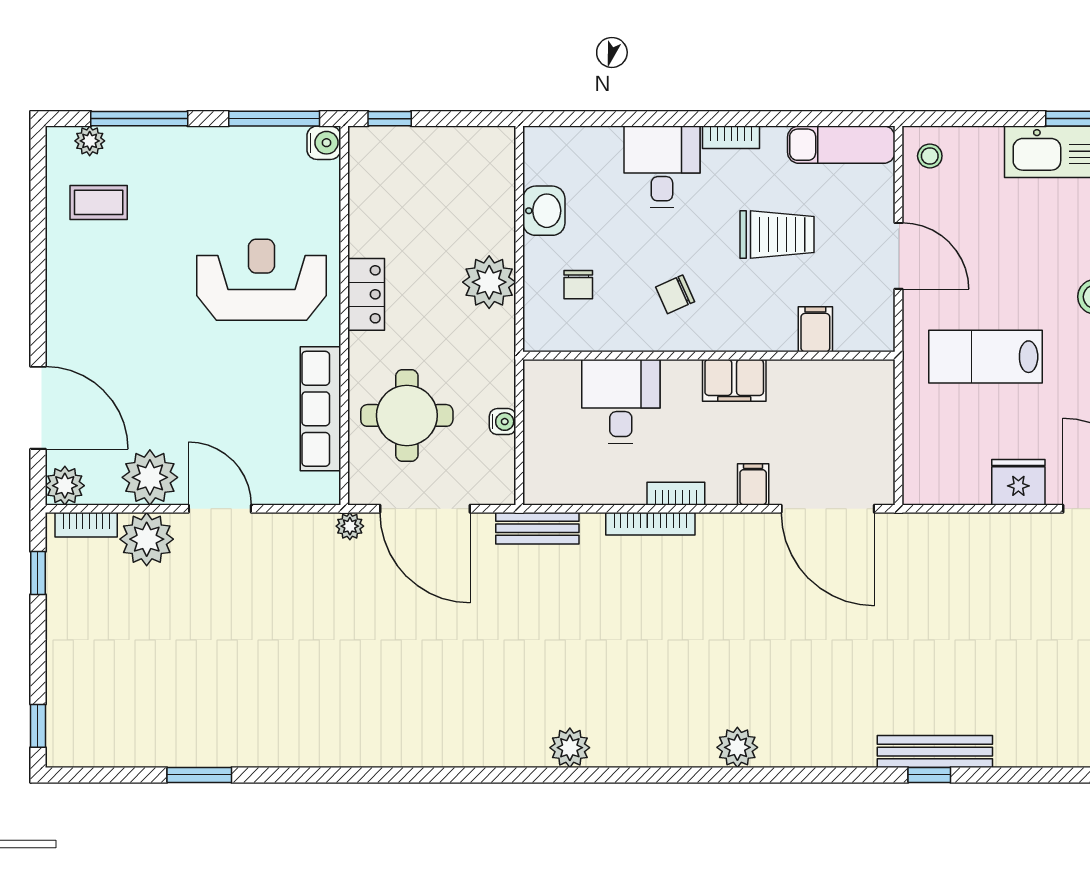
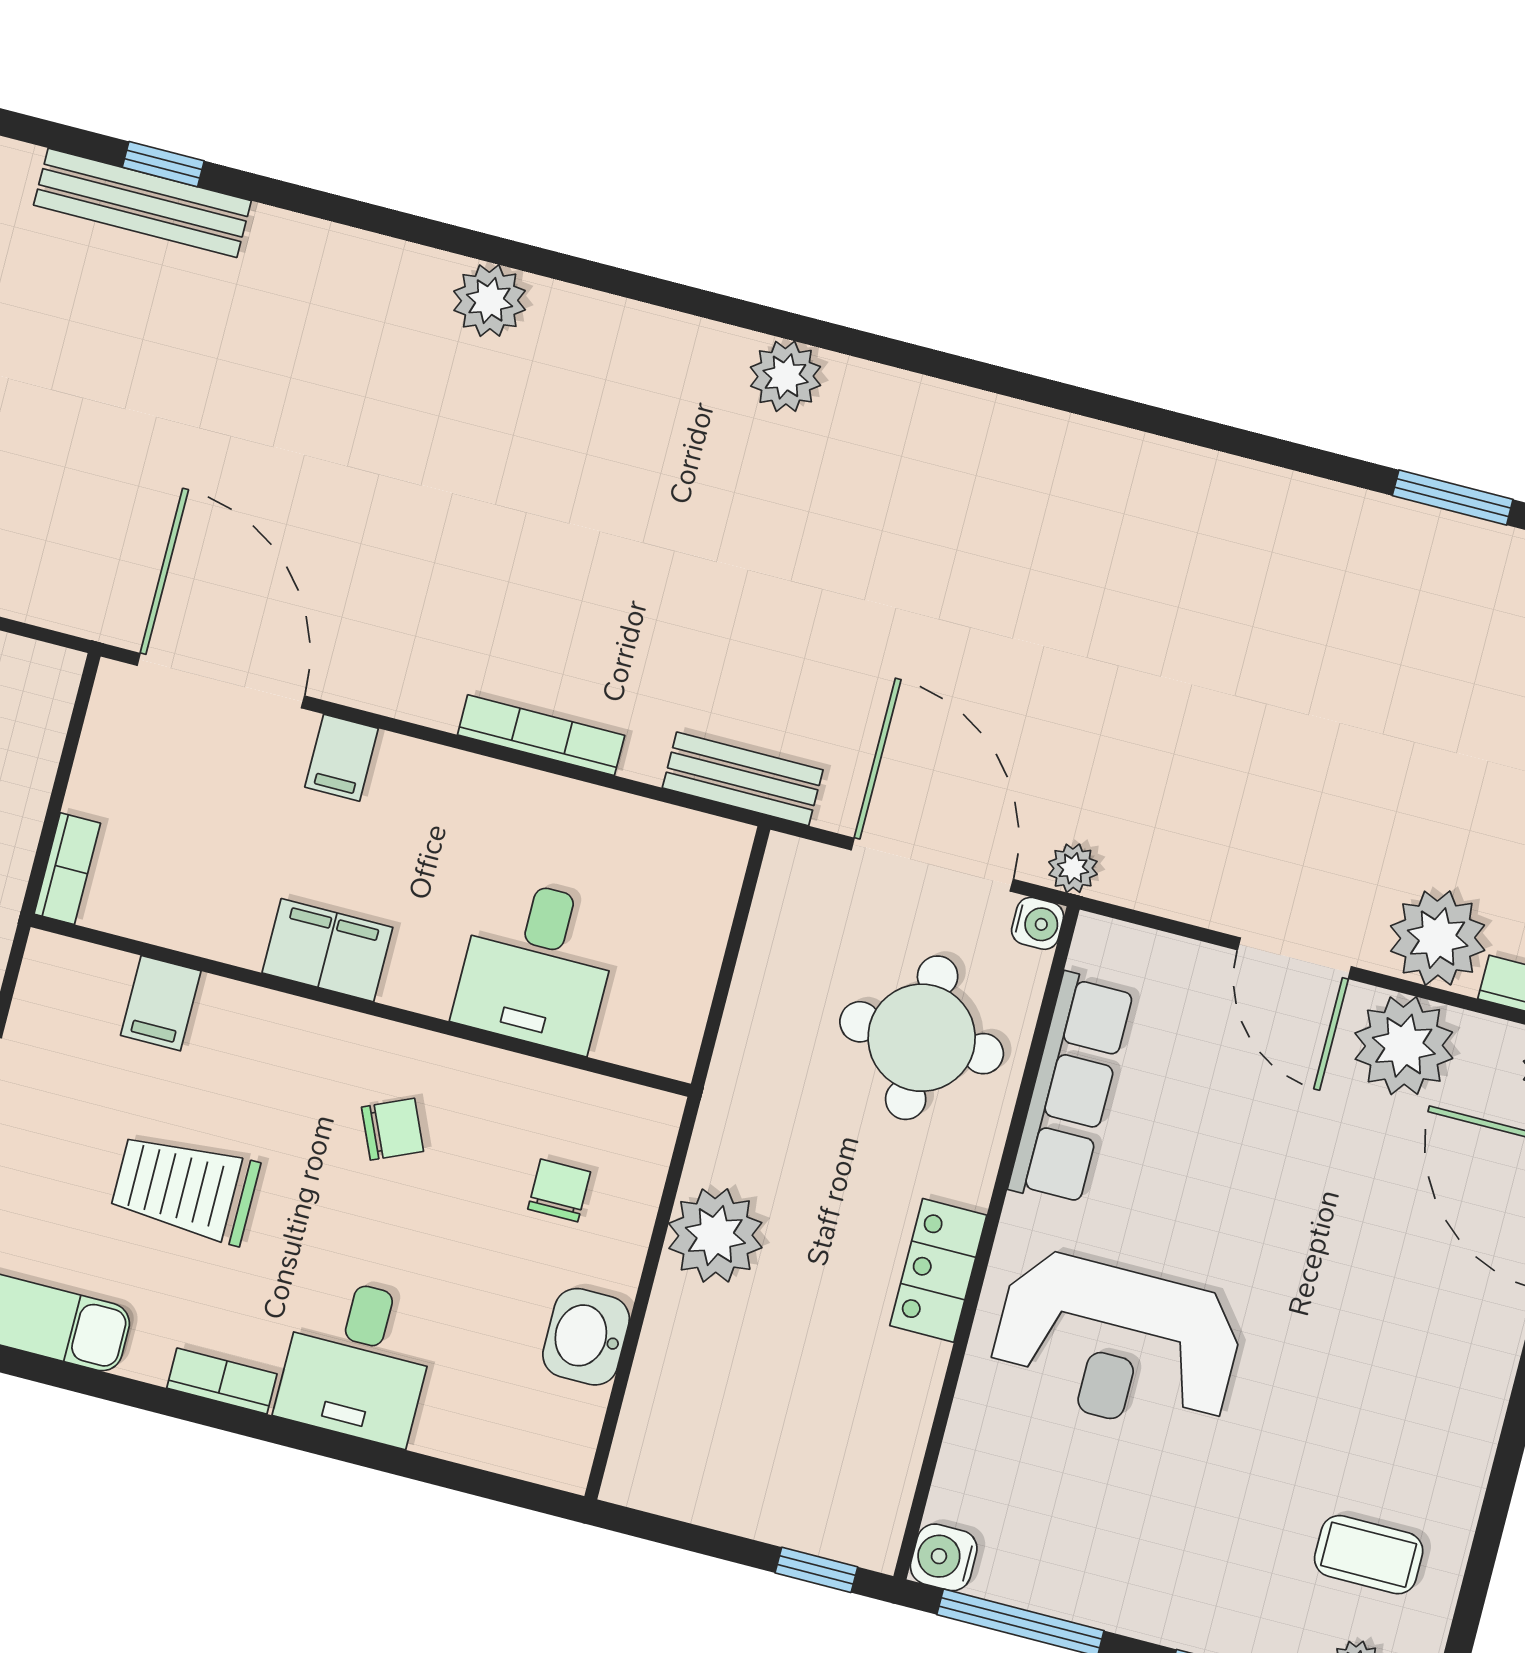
water cooler: (503, 422) -> (1038, 923), moved, turned 180
bookcase: (676, 494) -> (67, 869), moved, turned -90

